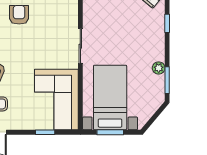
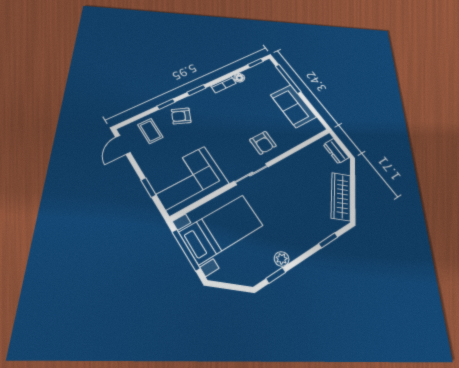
armchair: (19, 15) -> (263, 143), moved, turned 90
window: (167, 80) -> (276, 275), width x0.67
window: (110, 132) -> (186, 250), width x1.44

